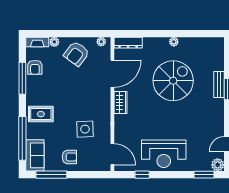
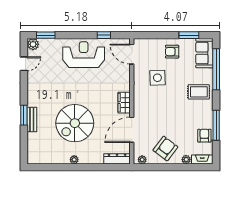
window: (51, 175) -> (189, 35), width x0.69

